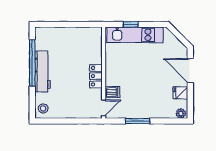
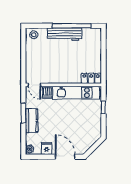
kitchen unit: (135, 35) -> (76, 93), moved, turned -90
door: (190, 71) -> (65, 157), hinge flipped
locker: (96, 76) -> (91, 78), moved
kitchen counter: (147, 111) -> (32, 121), added

